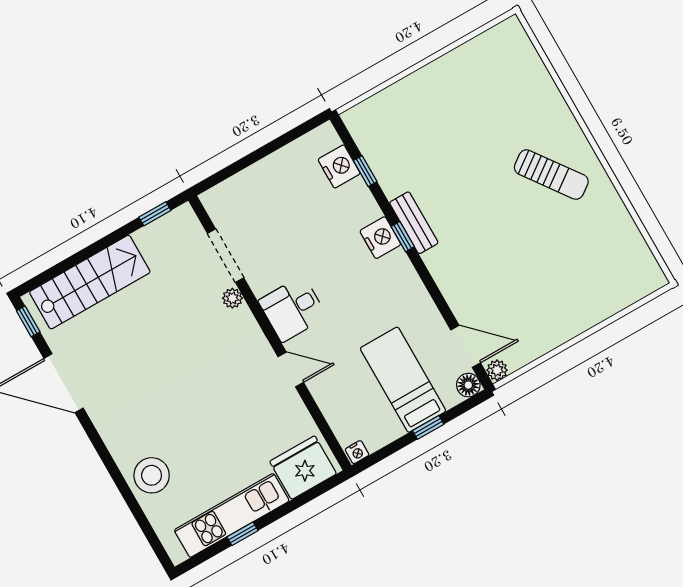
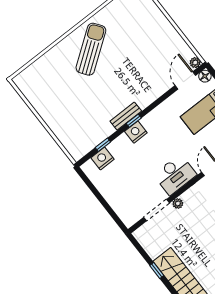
sun lounger: (551, 175) -> (91, 49), width x1.36, depth x1.34
window: (155, 214) -> (157, 270), moved
desk: (293, 309) -> (175, 175), width x1.37

